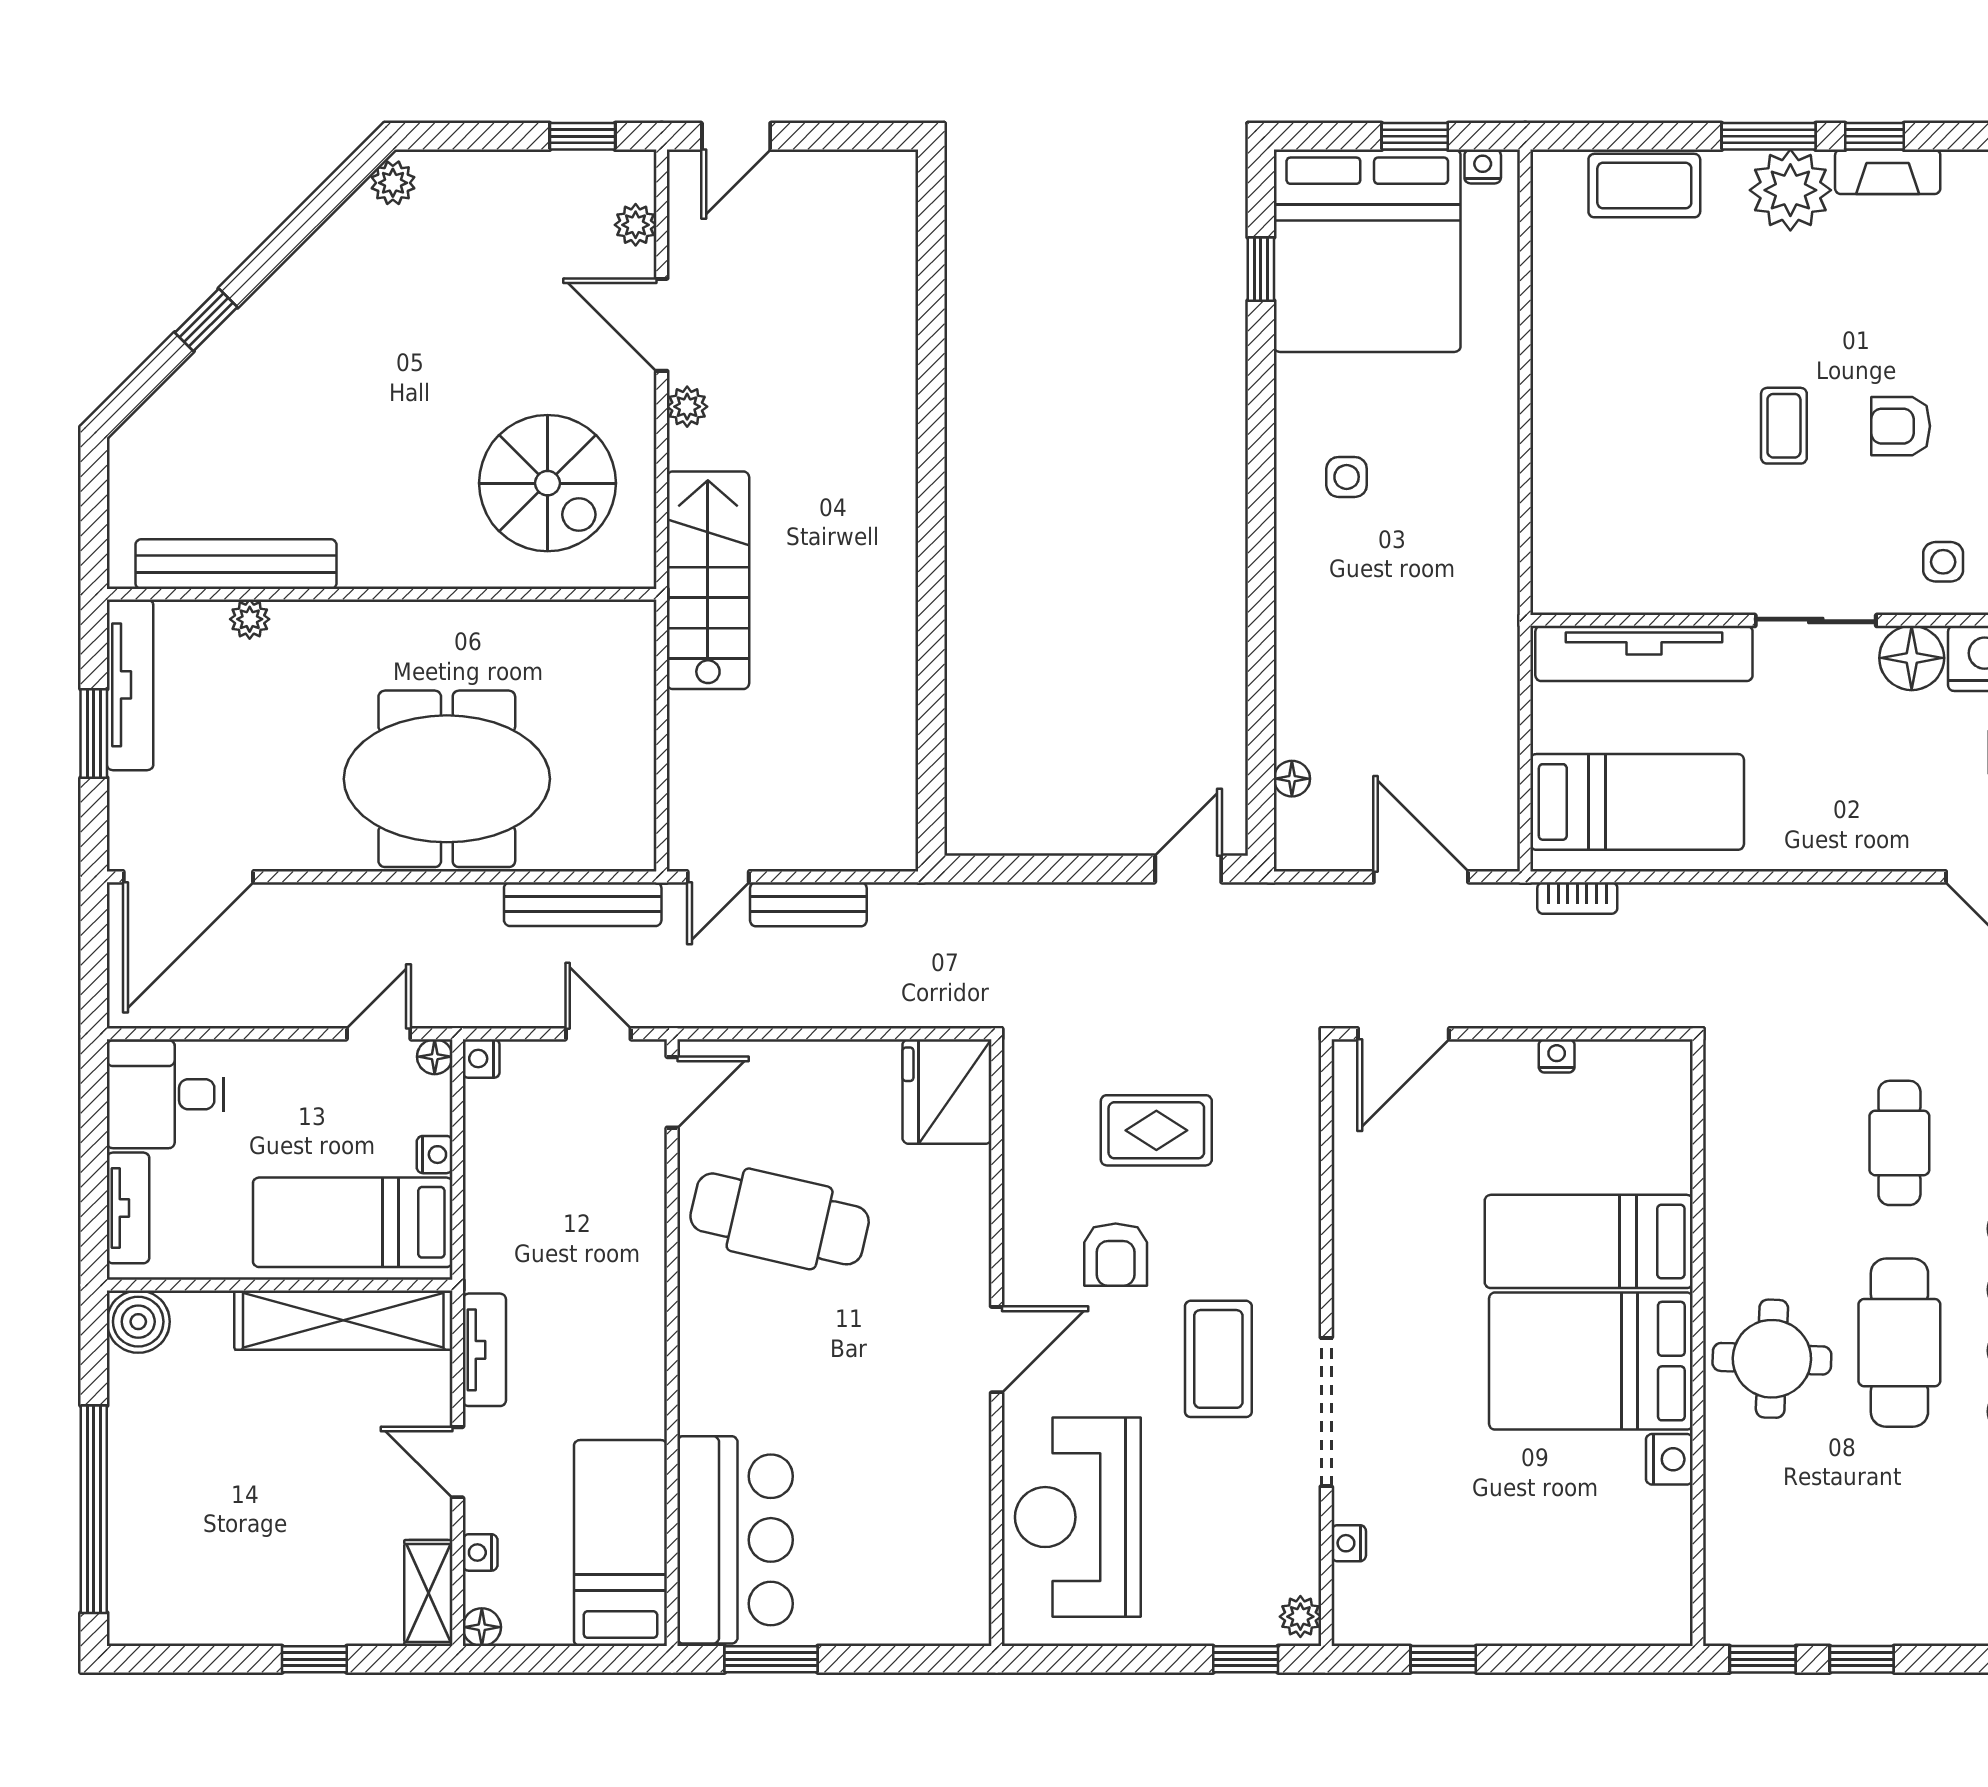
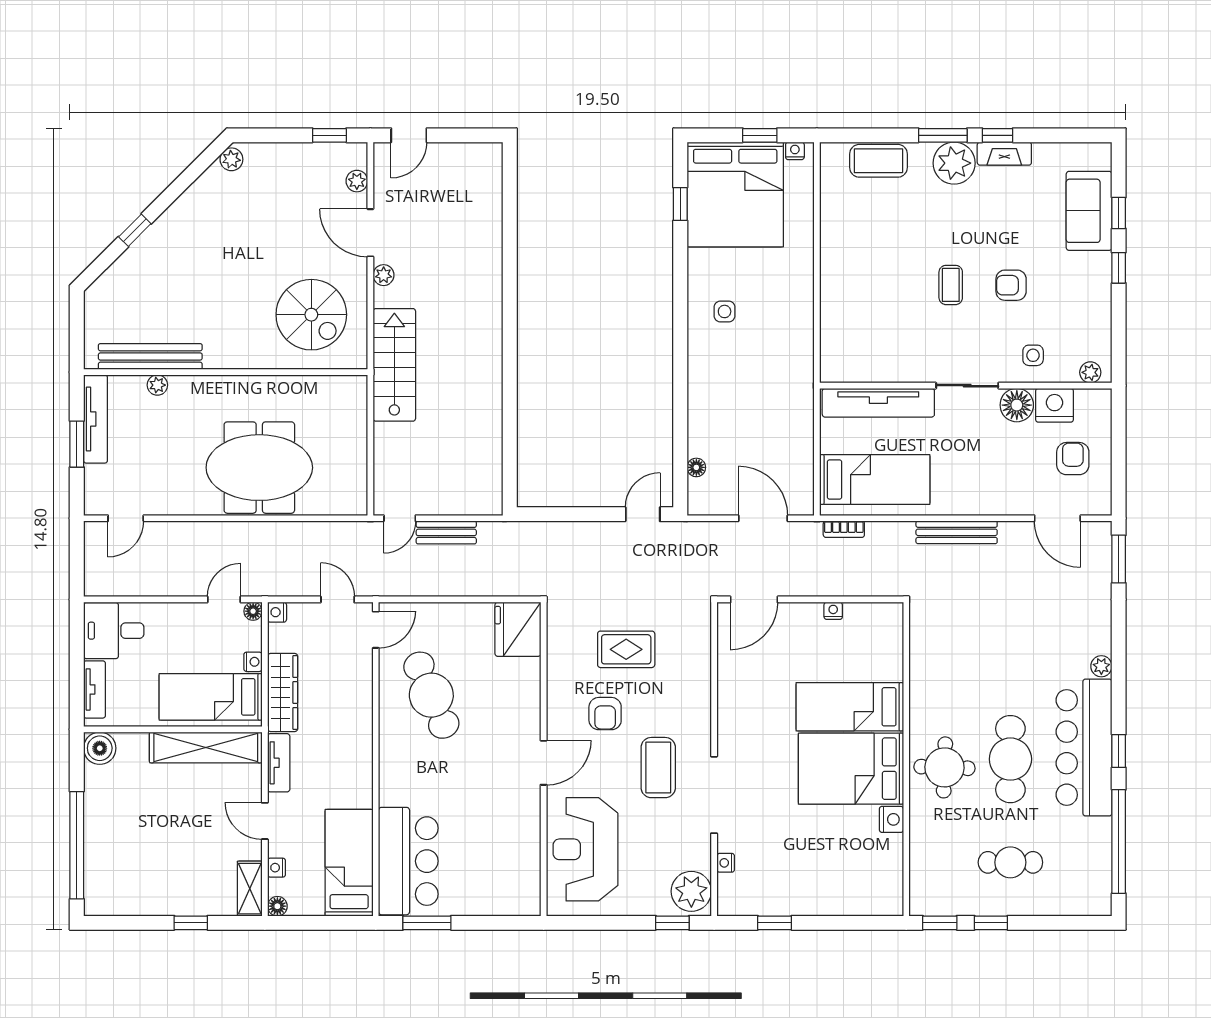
door: (188, 877) -> (126, 518), width x0.53
bench: (583, 904) -> (957, 532), moved
cafe table: (1899, 1143) -> (1010, 862), moved, turned 90
wardrobe: (492, 1214) -> (283, 693), added
cafe table: (780, 1219) -> (431, 695), turned 54
plant: (1300, 1617) -> (691, 891), width x1.87, depth x1.87

